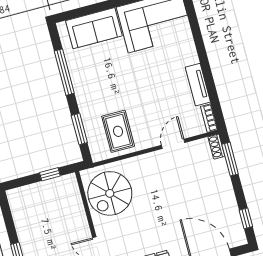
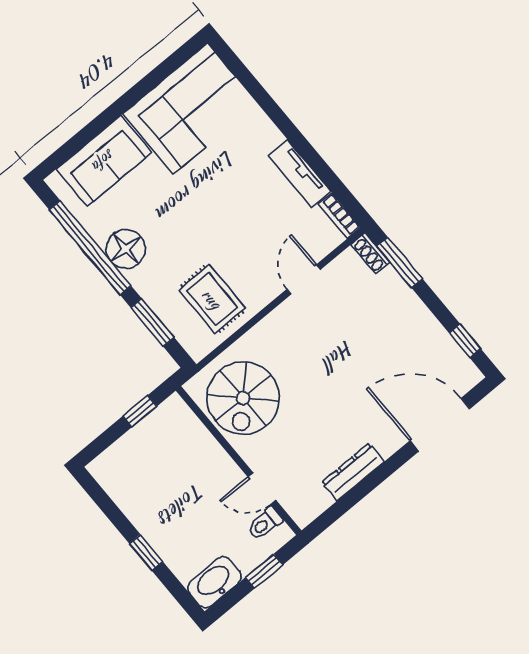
window: (64, 72) -> (90, 248), width x1.46
floor lamp: (83, 82) -> (126, 249), added

